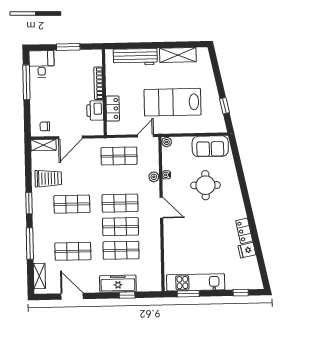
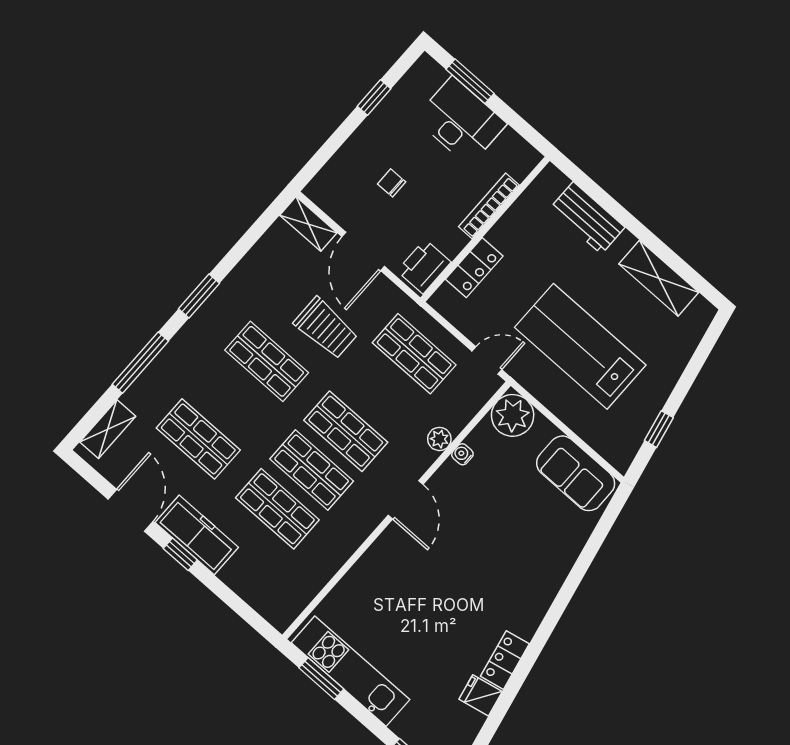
window: (68, 47) -> (470, 81), moved
workbench: (135, 57) -> (587, 218), width x0.73
desk: (42, 64) -> (461, 121), moved, width x1.37
window: (26, 82) -> (374, 97), width x0.46
printer: (95, 110) -> (424, 267), moved
chair: (45, 126) -> (392, 183), moved
door: (70, 137) -> (363, 251), hinge flipped
plant: (167, 142) -> (513, 415), width x1.88, depth x1.88
trolley: (48, 178) -> (326, 328), moved
round table: (205, 185) -> (510, 529), removed
freezer: (118, 284) -> (197, 535), moved
window: (127, 295) -> (180, 554), moved

